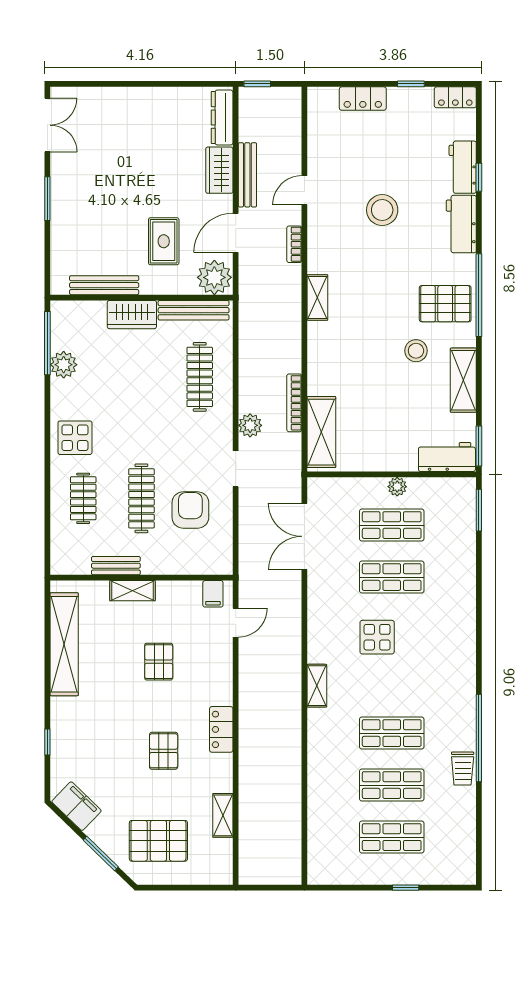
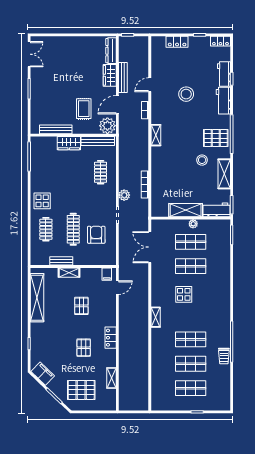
plant: (64, 365) -> (37, 167), removed
clothes rail: (200, 377) -> (101, 172), width x0.73
shelving: (321, 432) -> (186, 210), moved, turned 90

